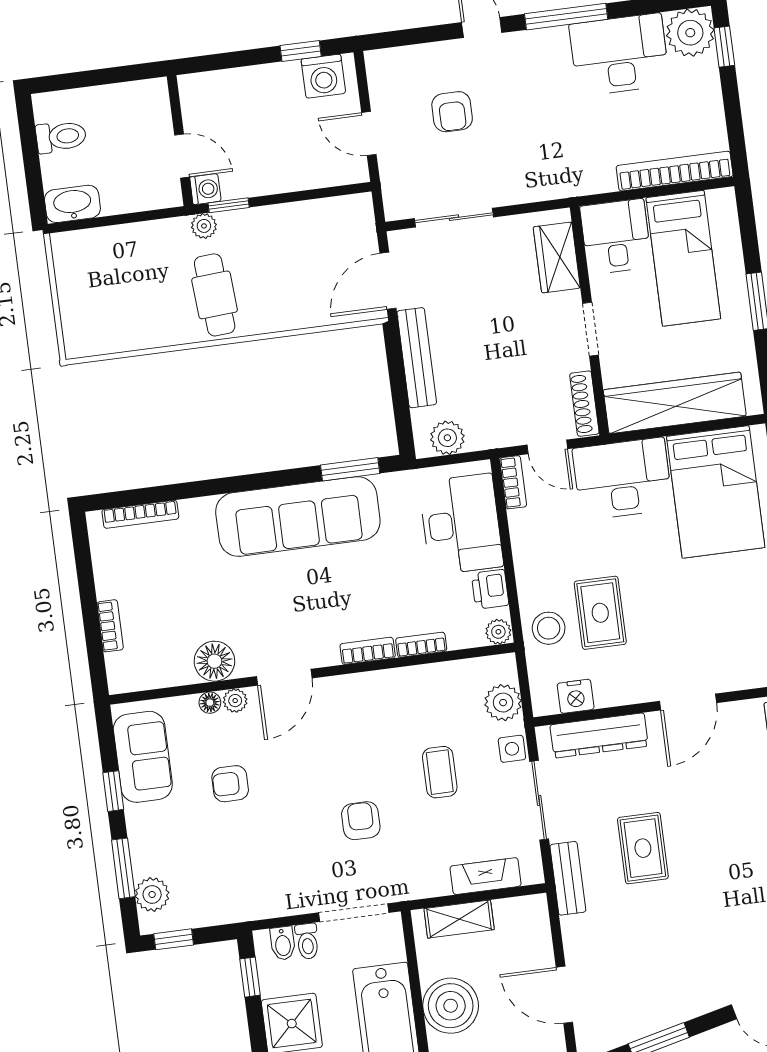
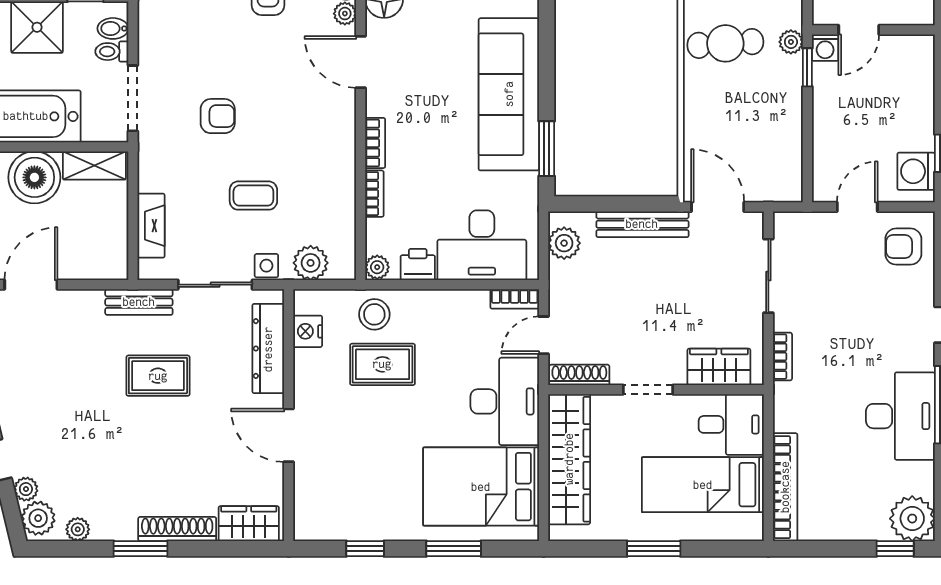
desk: (619, 55) -> (900, 416), moved
armchair: (452, 112) -> (903, 247), moved
bookcase: (537, 192) -> (782, 357), added
shelving: (459, 919) -> (94, 165), moved, turned 90

